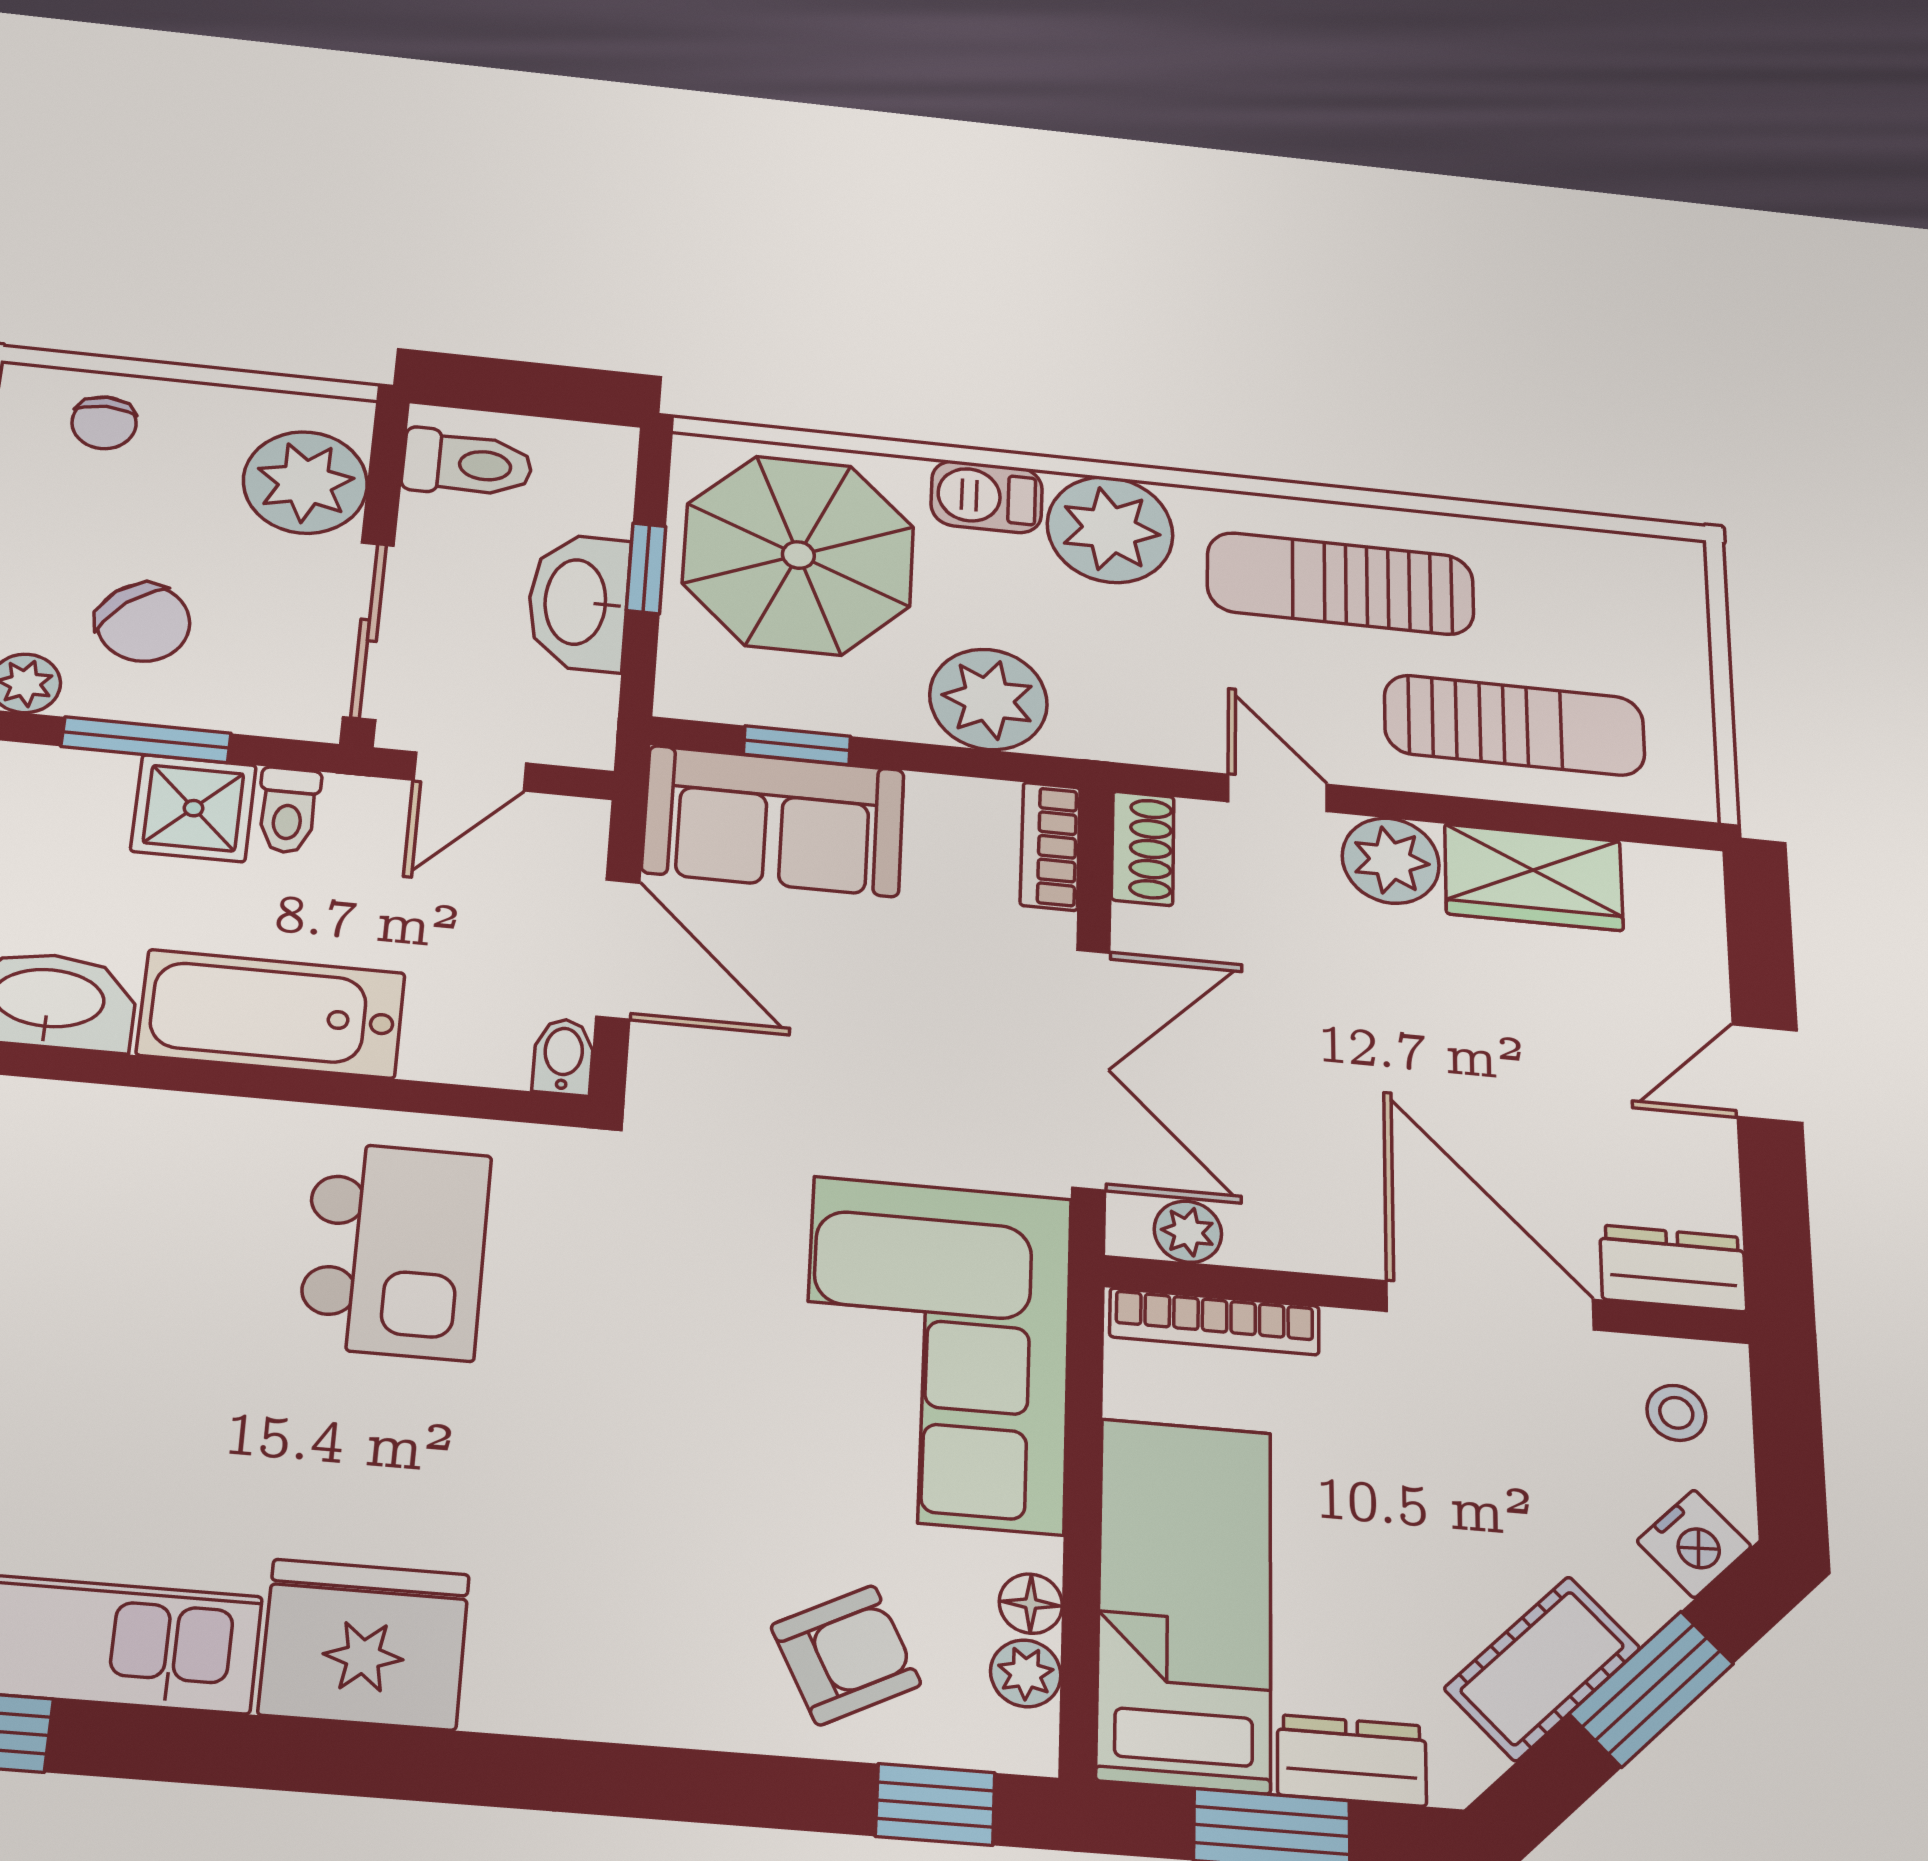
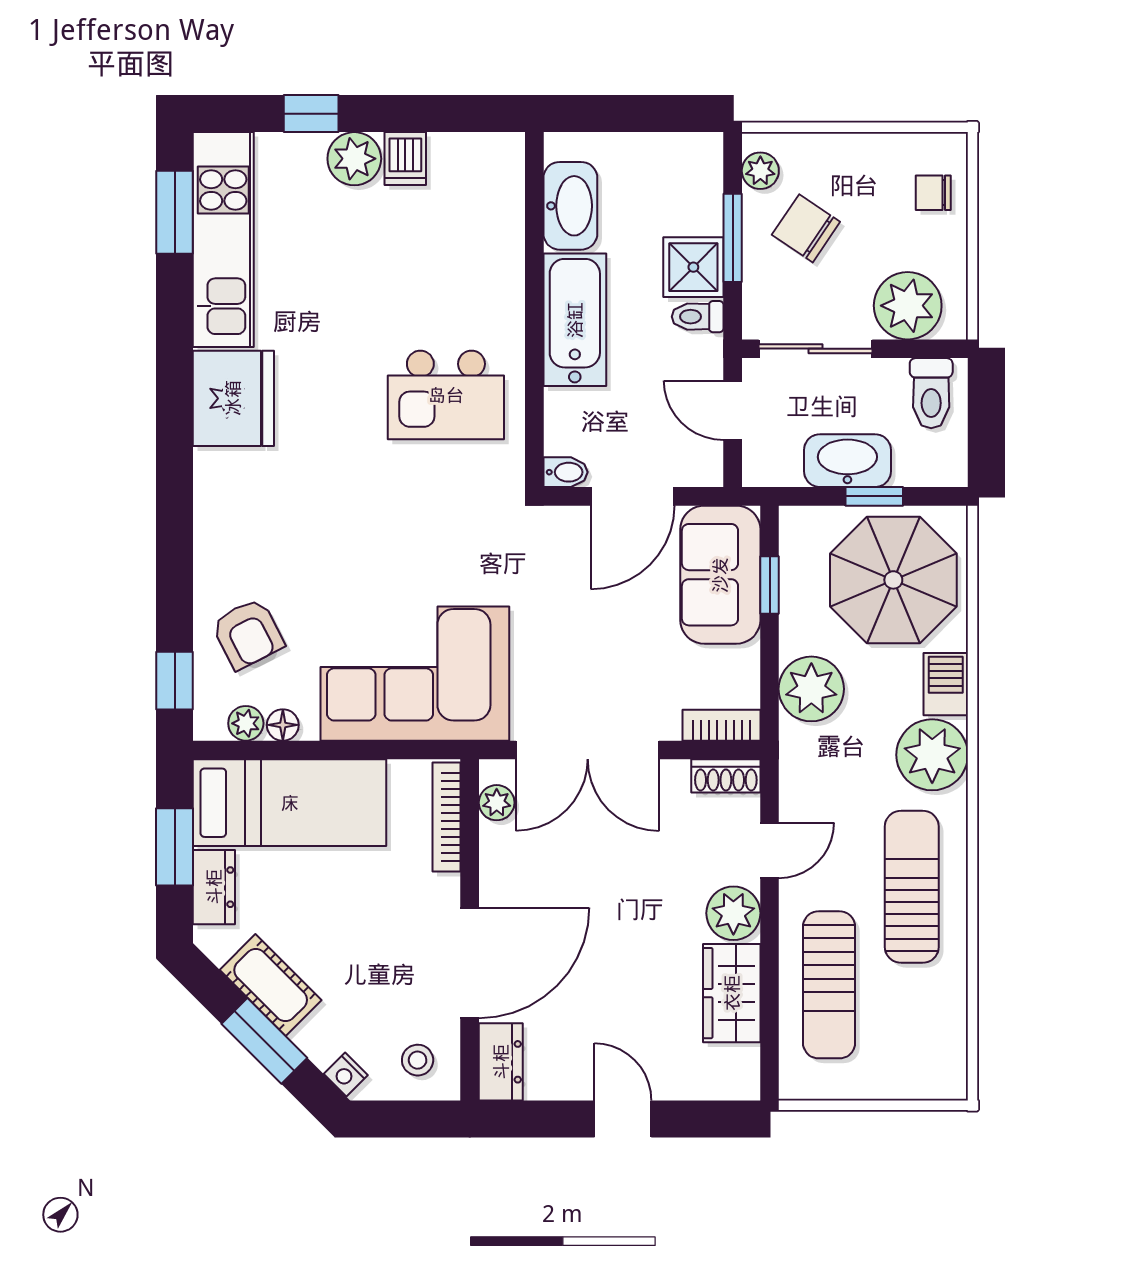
chair: (143, 623) -> (806, 228), turned 76
nightstand: (1694, 1544) -> (346, 1075), width x0.72, depth x0.74

